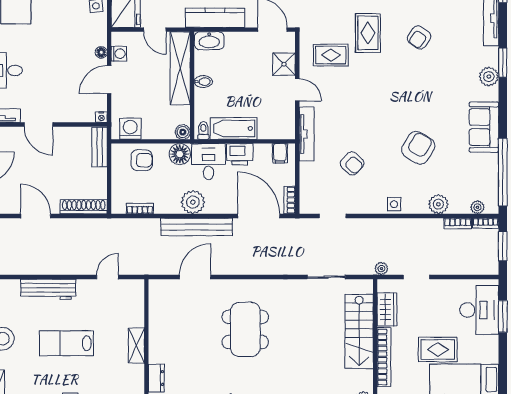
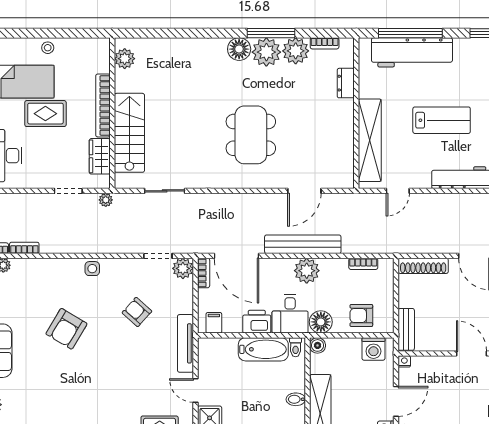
plant: (438, 204) -> (183, 268), moved
shelving: (136, 346) -> (370, 140), width x2.20, depth x1.33

